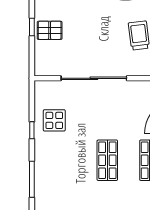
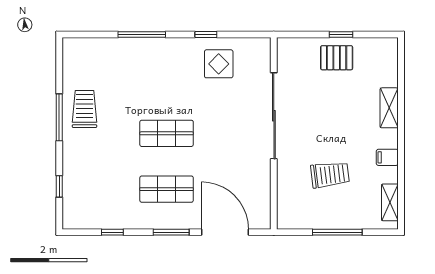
pallet: (50, 30) -> (337, 58), turned 90

